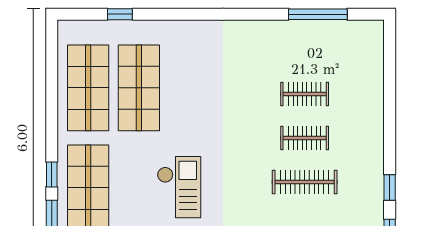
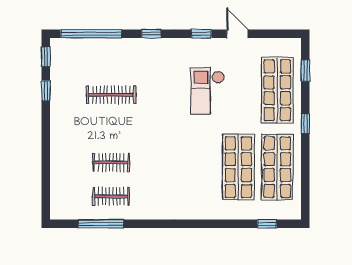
window: (120, 14) -> (267, 224), moved
clothes rail: (305, 138) -> (111, 196), moved
window: (52, 174) -> (305, 124), moved

